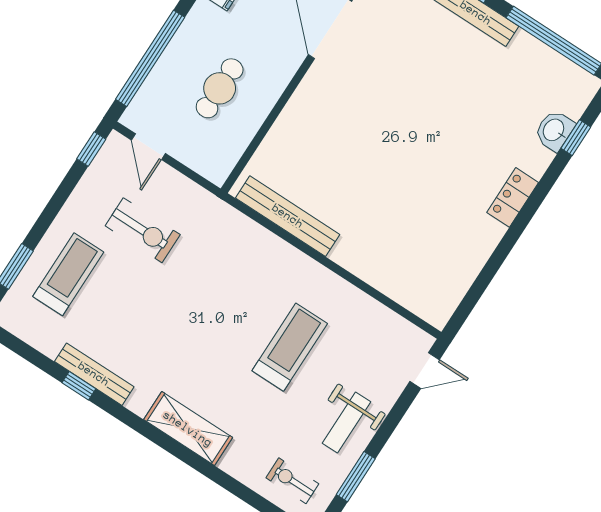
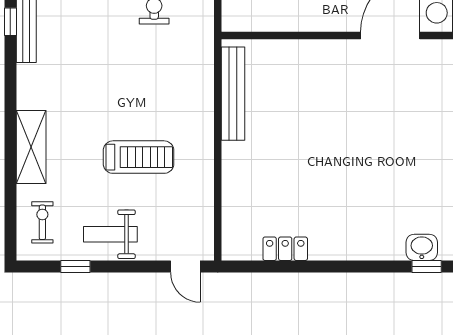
locker: (513, 197) -> (285, 249), moved
shelving: (188, 429) -> (31, 147), moved
window: (356, 477) -> (75, 267), width x0.67

